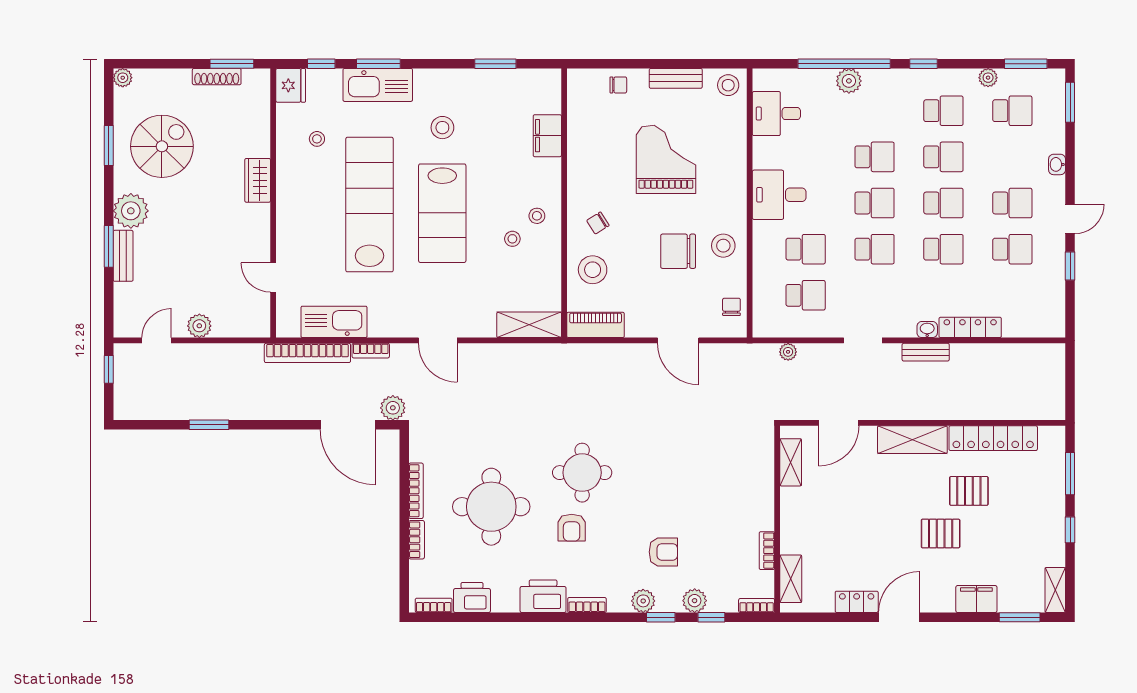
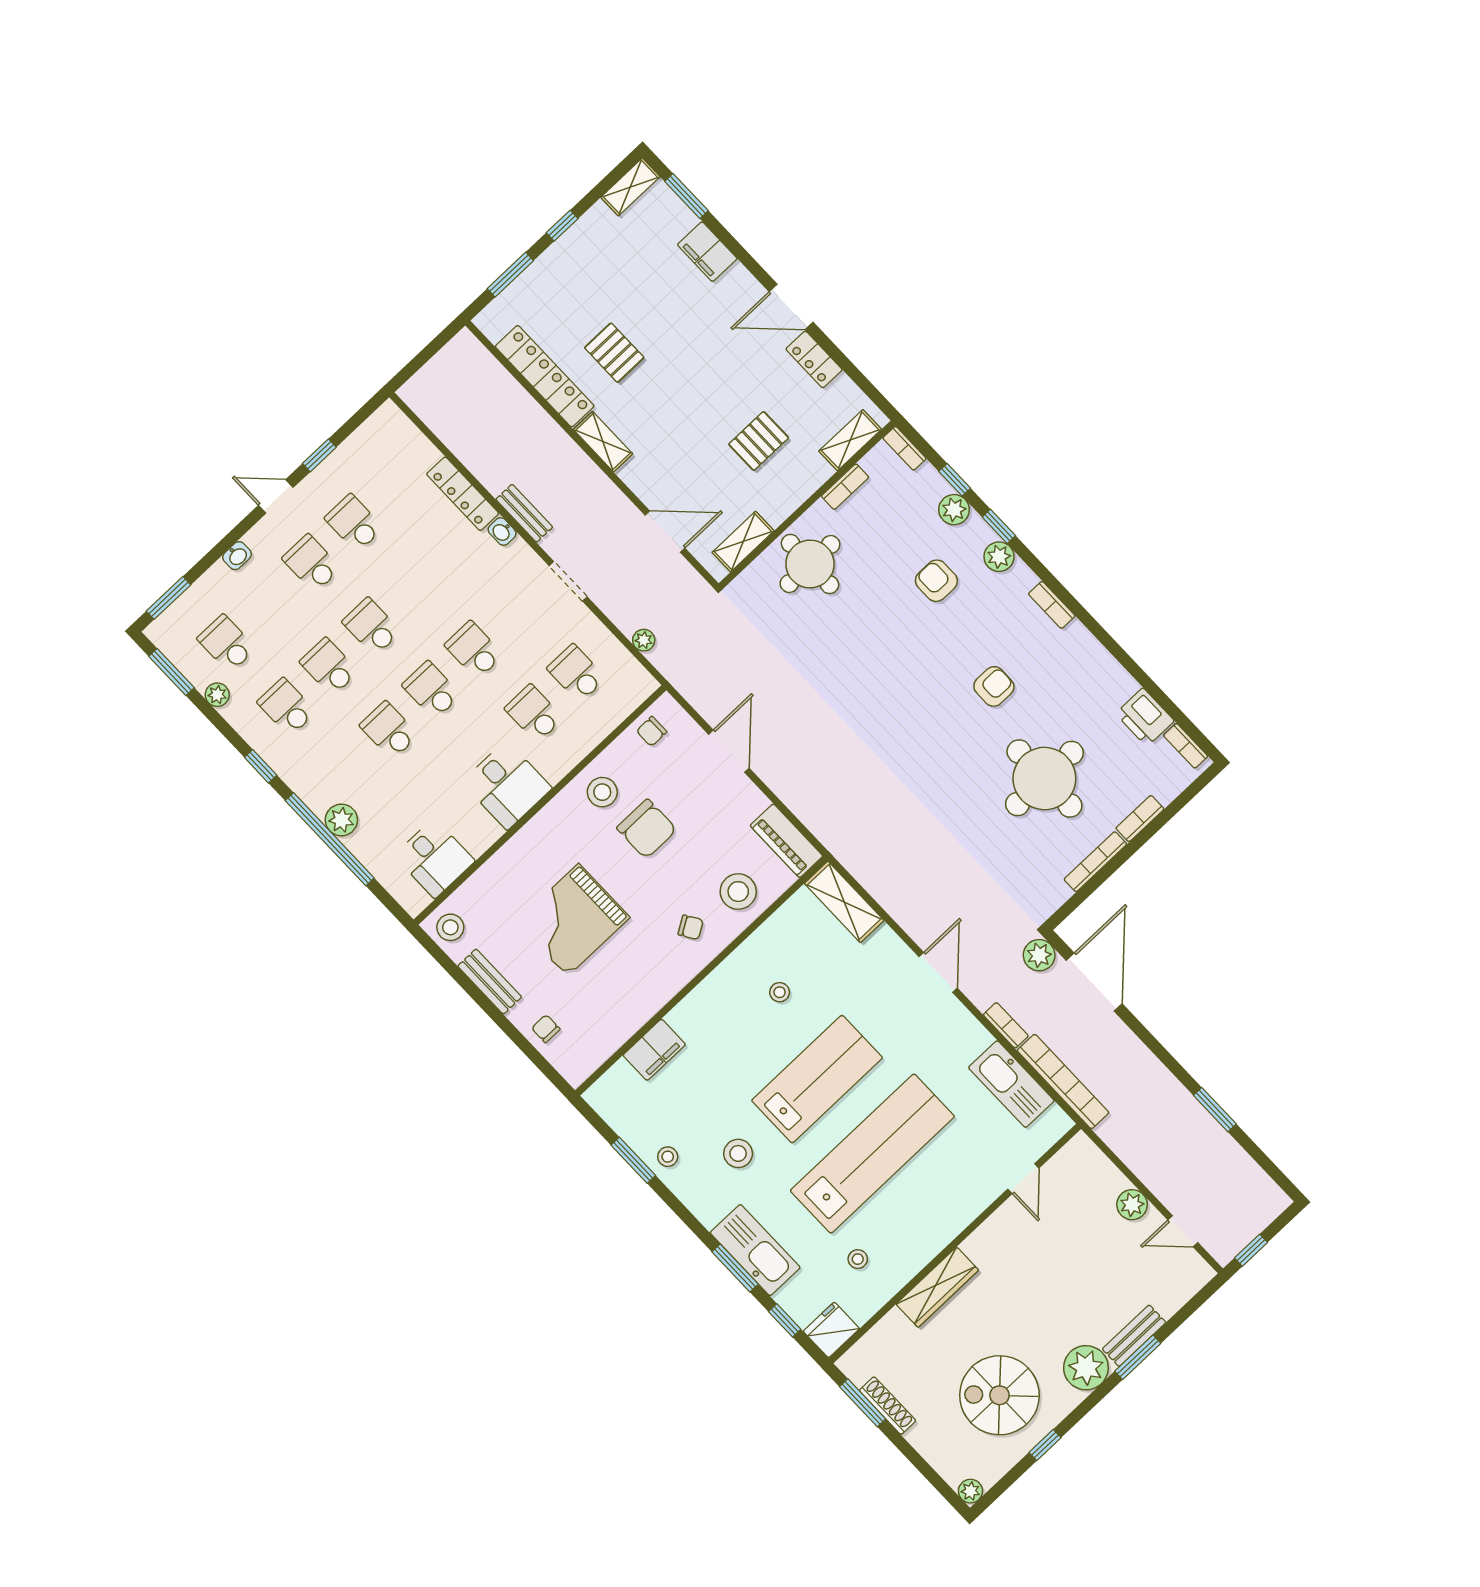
window: (109, 145) -> (1045, 1445), width x0.67
wardrobe: (258, 180) -> (937, 1287), width x1.50
lab bench: (369, 205) -> (872, 1154), turned 180
stool: (537, 216) -> (668, 1157), moved
school desk: (943, 249) -> (414, 587), removed
shelving: (912, 440) -> (603, 442), width x0.67, depth x0.75
round table: (582, 473) -> (810, 564), moved
pallet: (941, 534) -> (759, 441), moved, turned 90
printer: (543, 596) -> (1082, 653), removed

